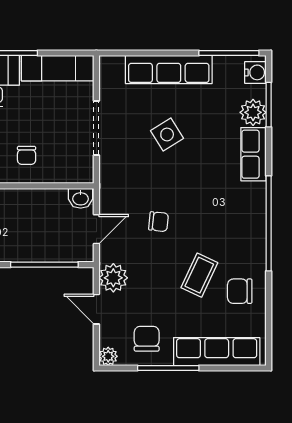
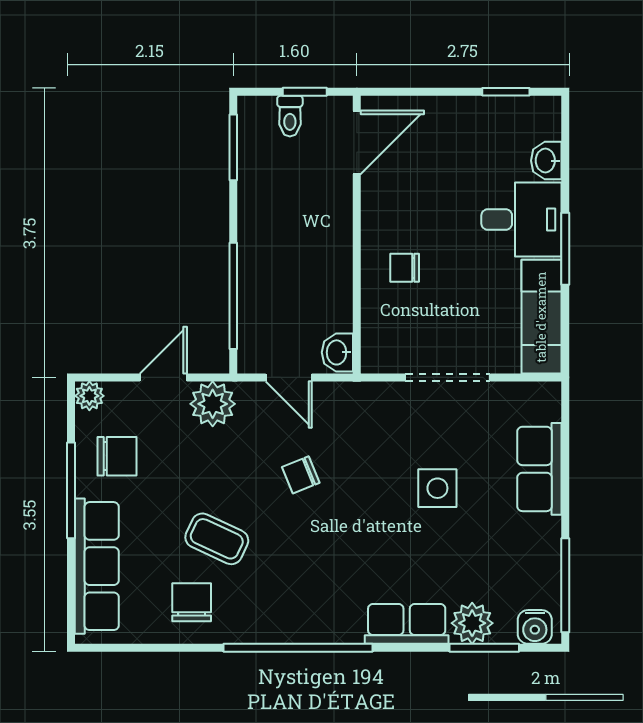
row of seats: (169, 70) -> (539, 469), width x0.68
side table: (167, 134) -> (437, 488), turned 32
chair: (159, 222) -> (301, 475), turned 62

